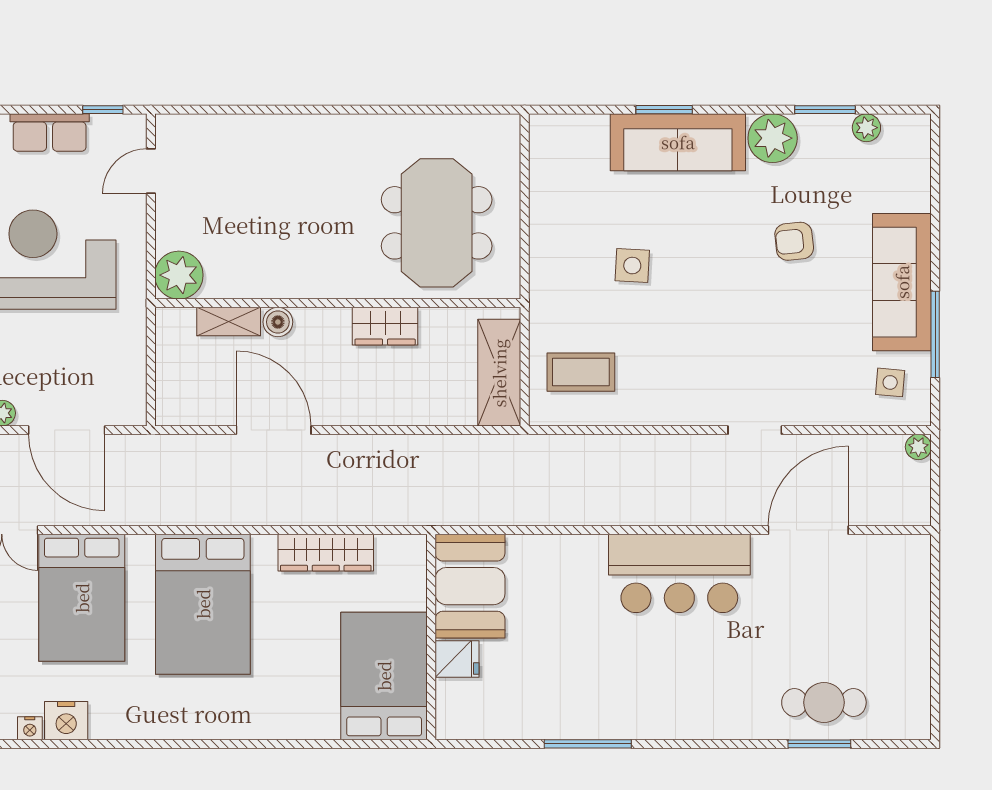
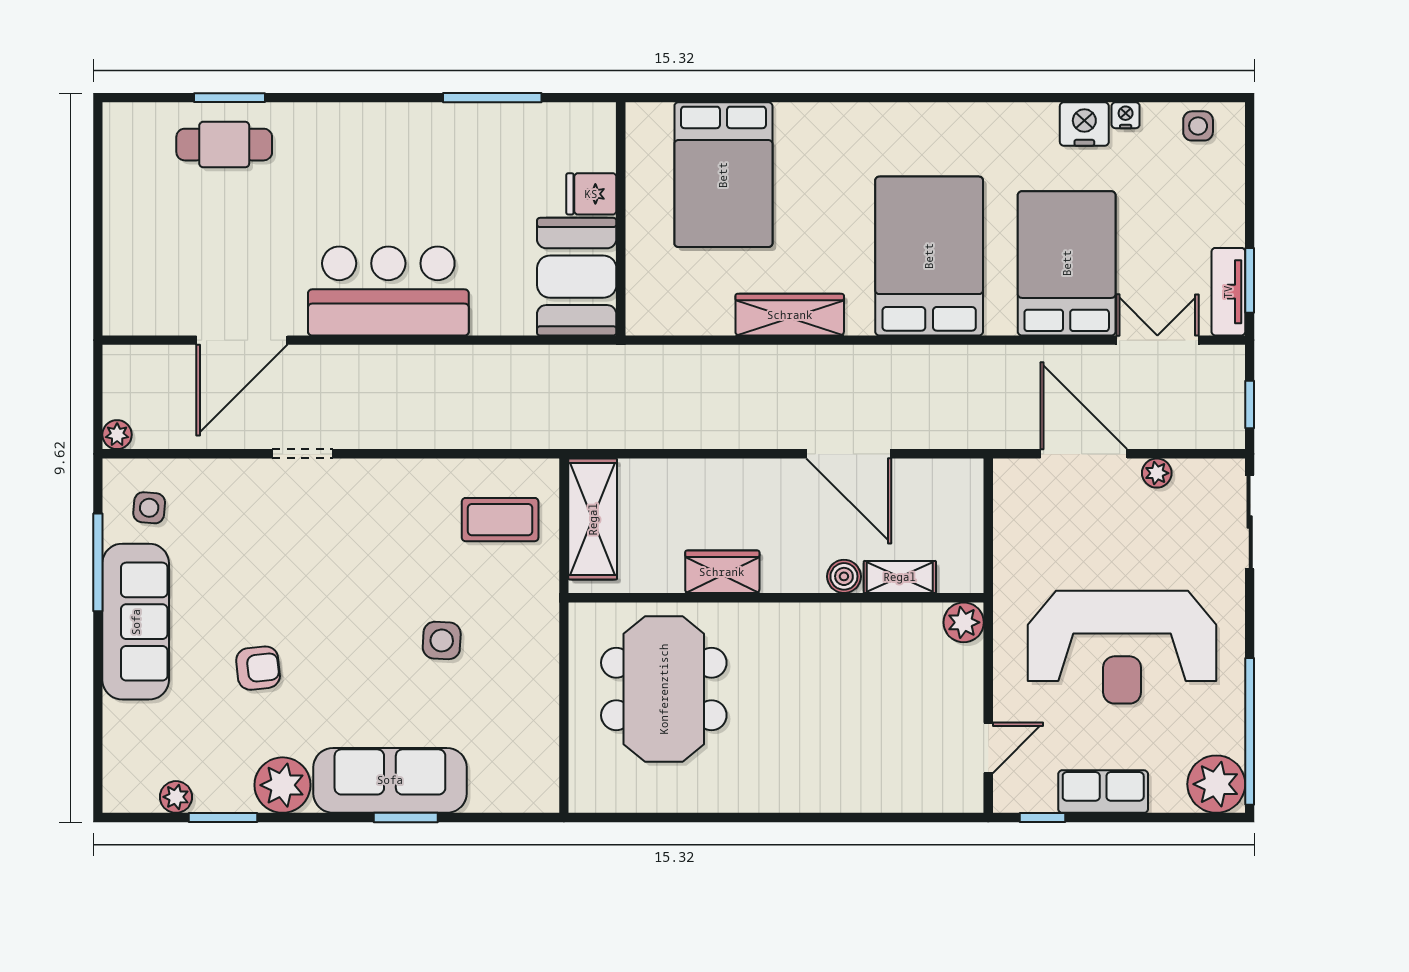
plant: (179, 275) -> (964, 622), width x0.73, depth x0.73
booth: (470, 586) -> (577, 277), moved
wall: (431, 637) -> (621, 219), moved
fridge: (457, 659) -> (591, 194), moved

